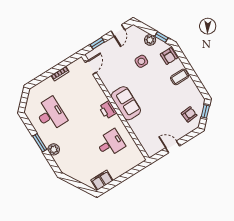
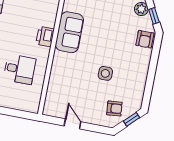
side table: (141, 61) -> (105, 73), moved
coffee table: (180, 77) -> (137, 67), removed
sofa: (126, 103) -> (69, 32), moved

